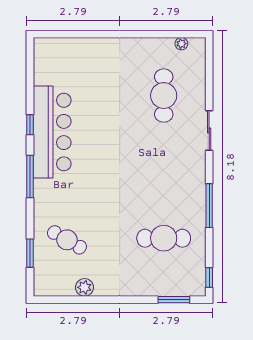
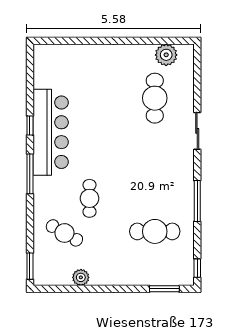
plant: (181, 44) -> (166, 55), width x1.88, depth x1.88
cafe table: (94, 203) -> (89, 198), added
window: (30, 253) -> (30, 266), moved

